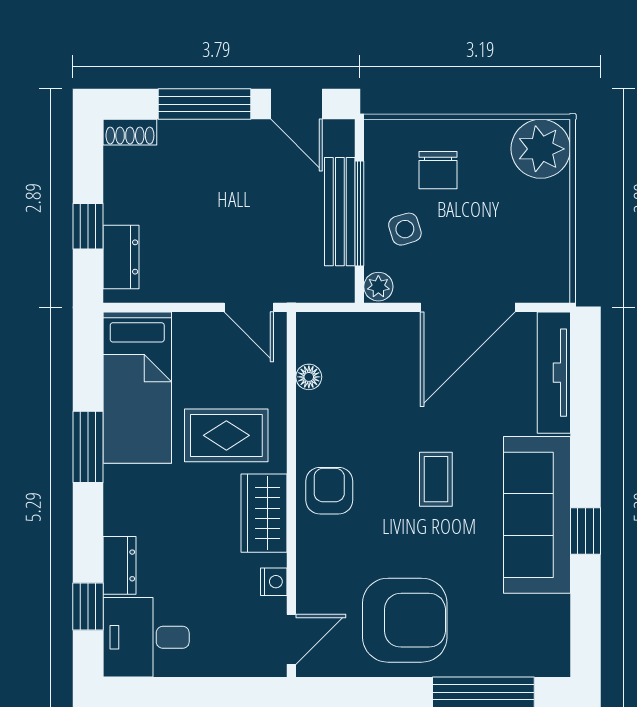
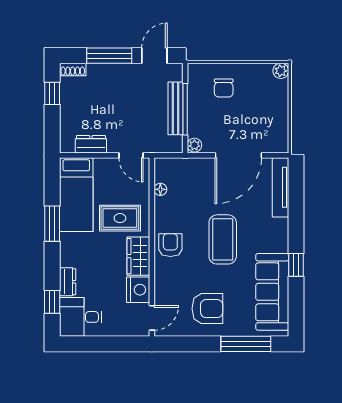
door: (297, 104) -> (154, 56), swing flipped
plant: (541, 149) -> (281, 71), width x0.53, depth x0.53
window: (88, 226) -> (52, 93), moved
side table: (405, 229) -> (207, 117), removed
dresser: (121, 257) -> (91, 144), moved, turned -90
coffee table: (436, 479) -> (223, 239), width x1.86, depth x1.72
sofa: (537, 515) -> (272, 292), moved
nightstand: (274, 582) -> (138, 290), width x1.89, depth x1.79
armchair: (405, 620) -> (207, 309), width x0.73, depth x0.73

